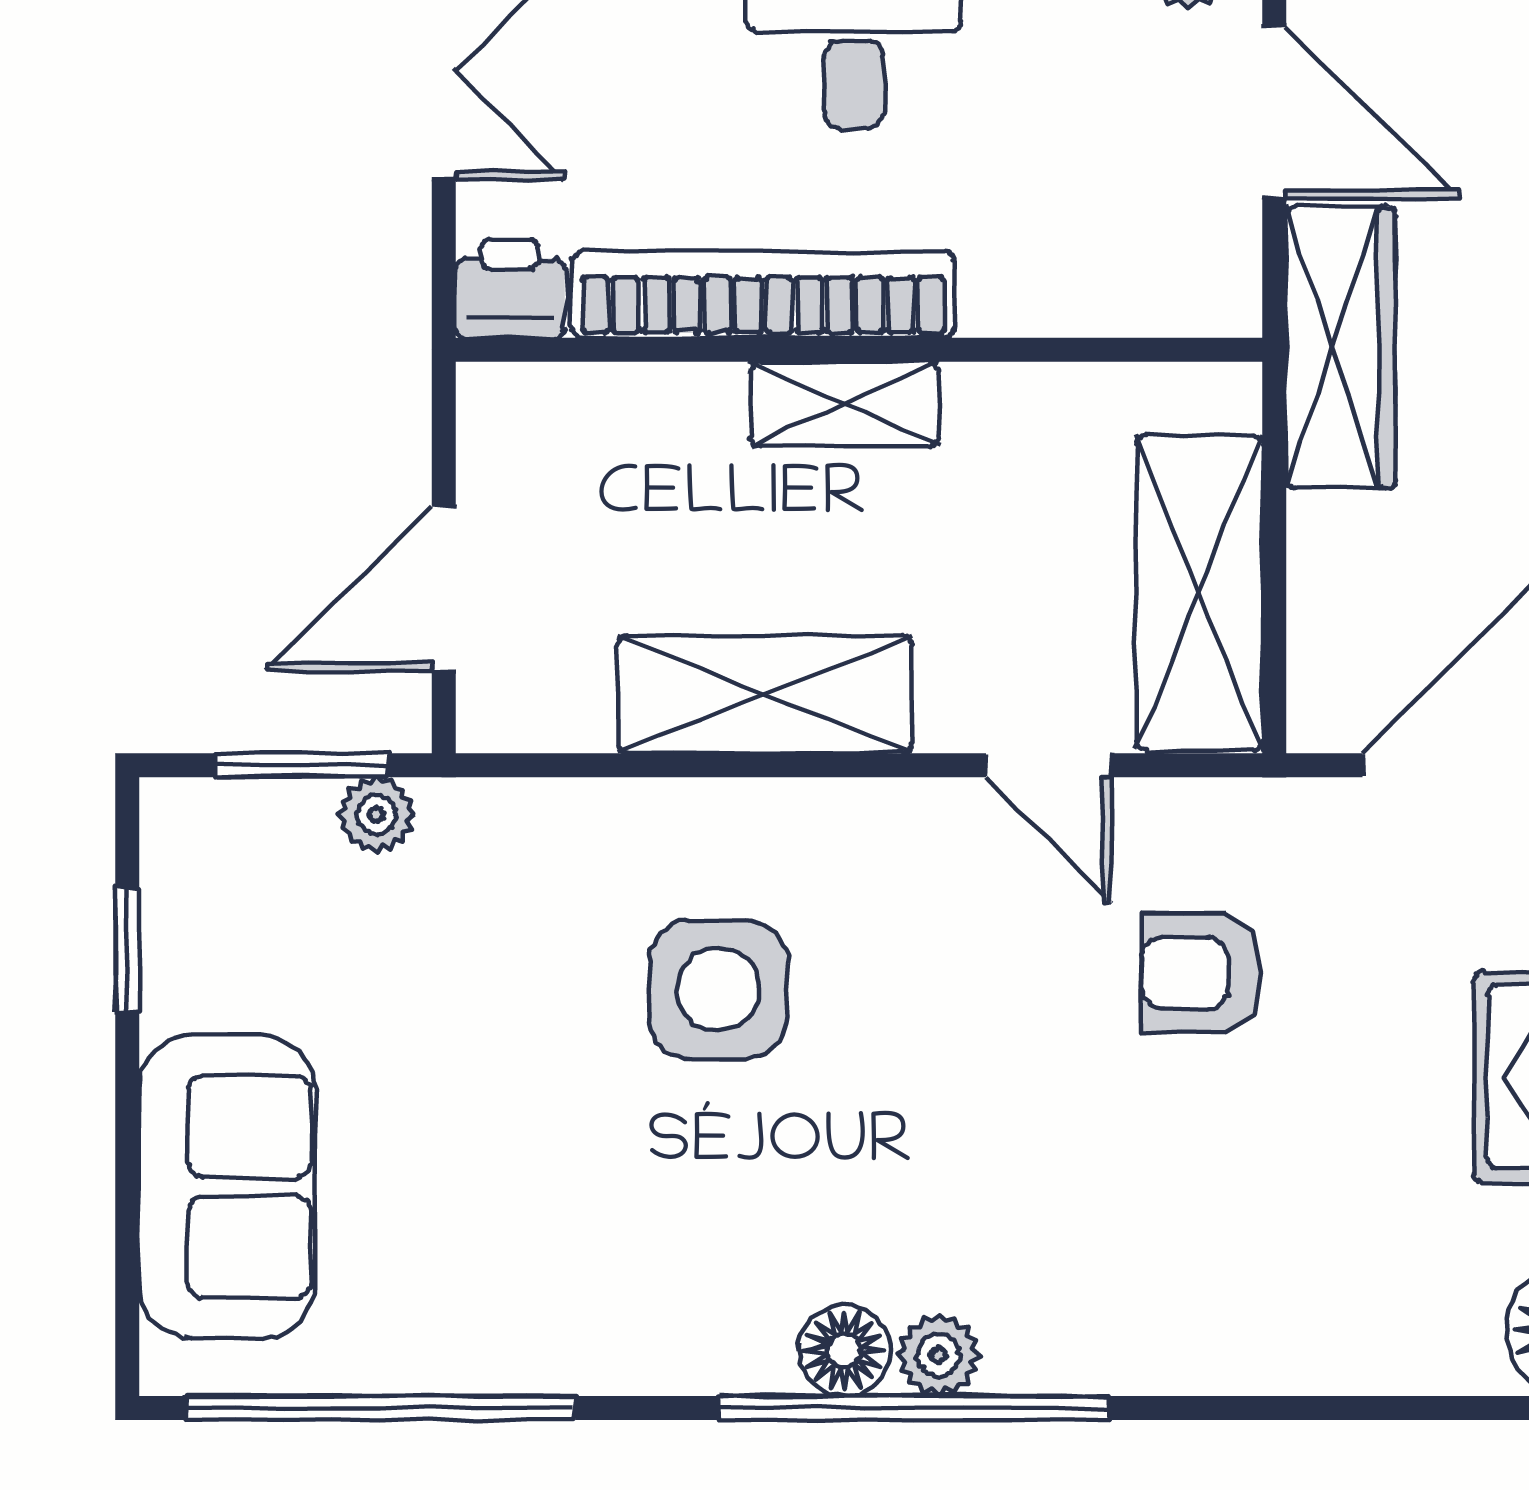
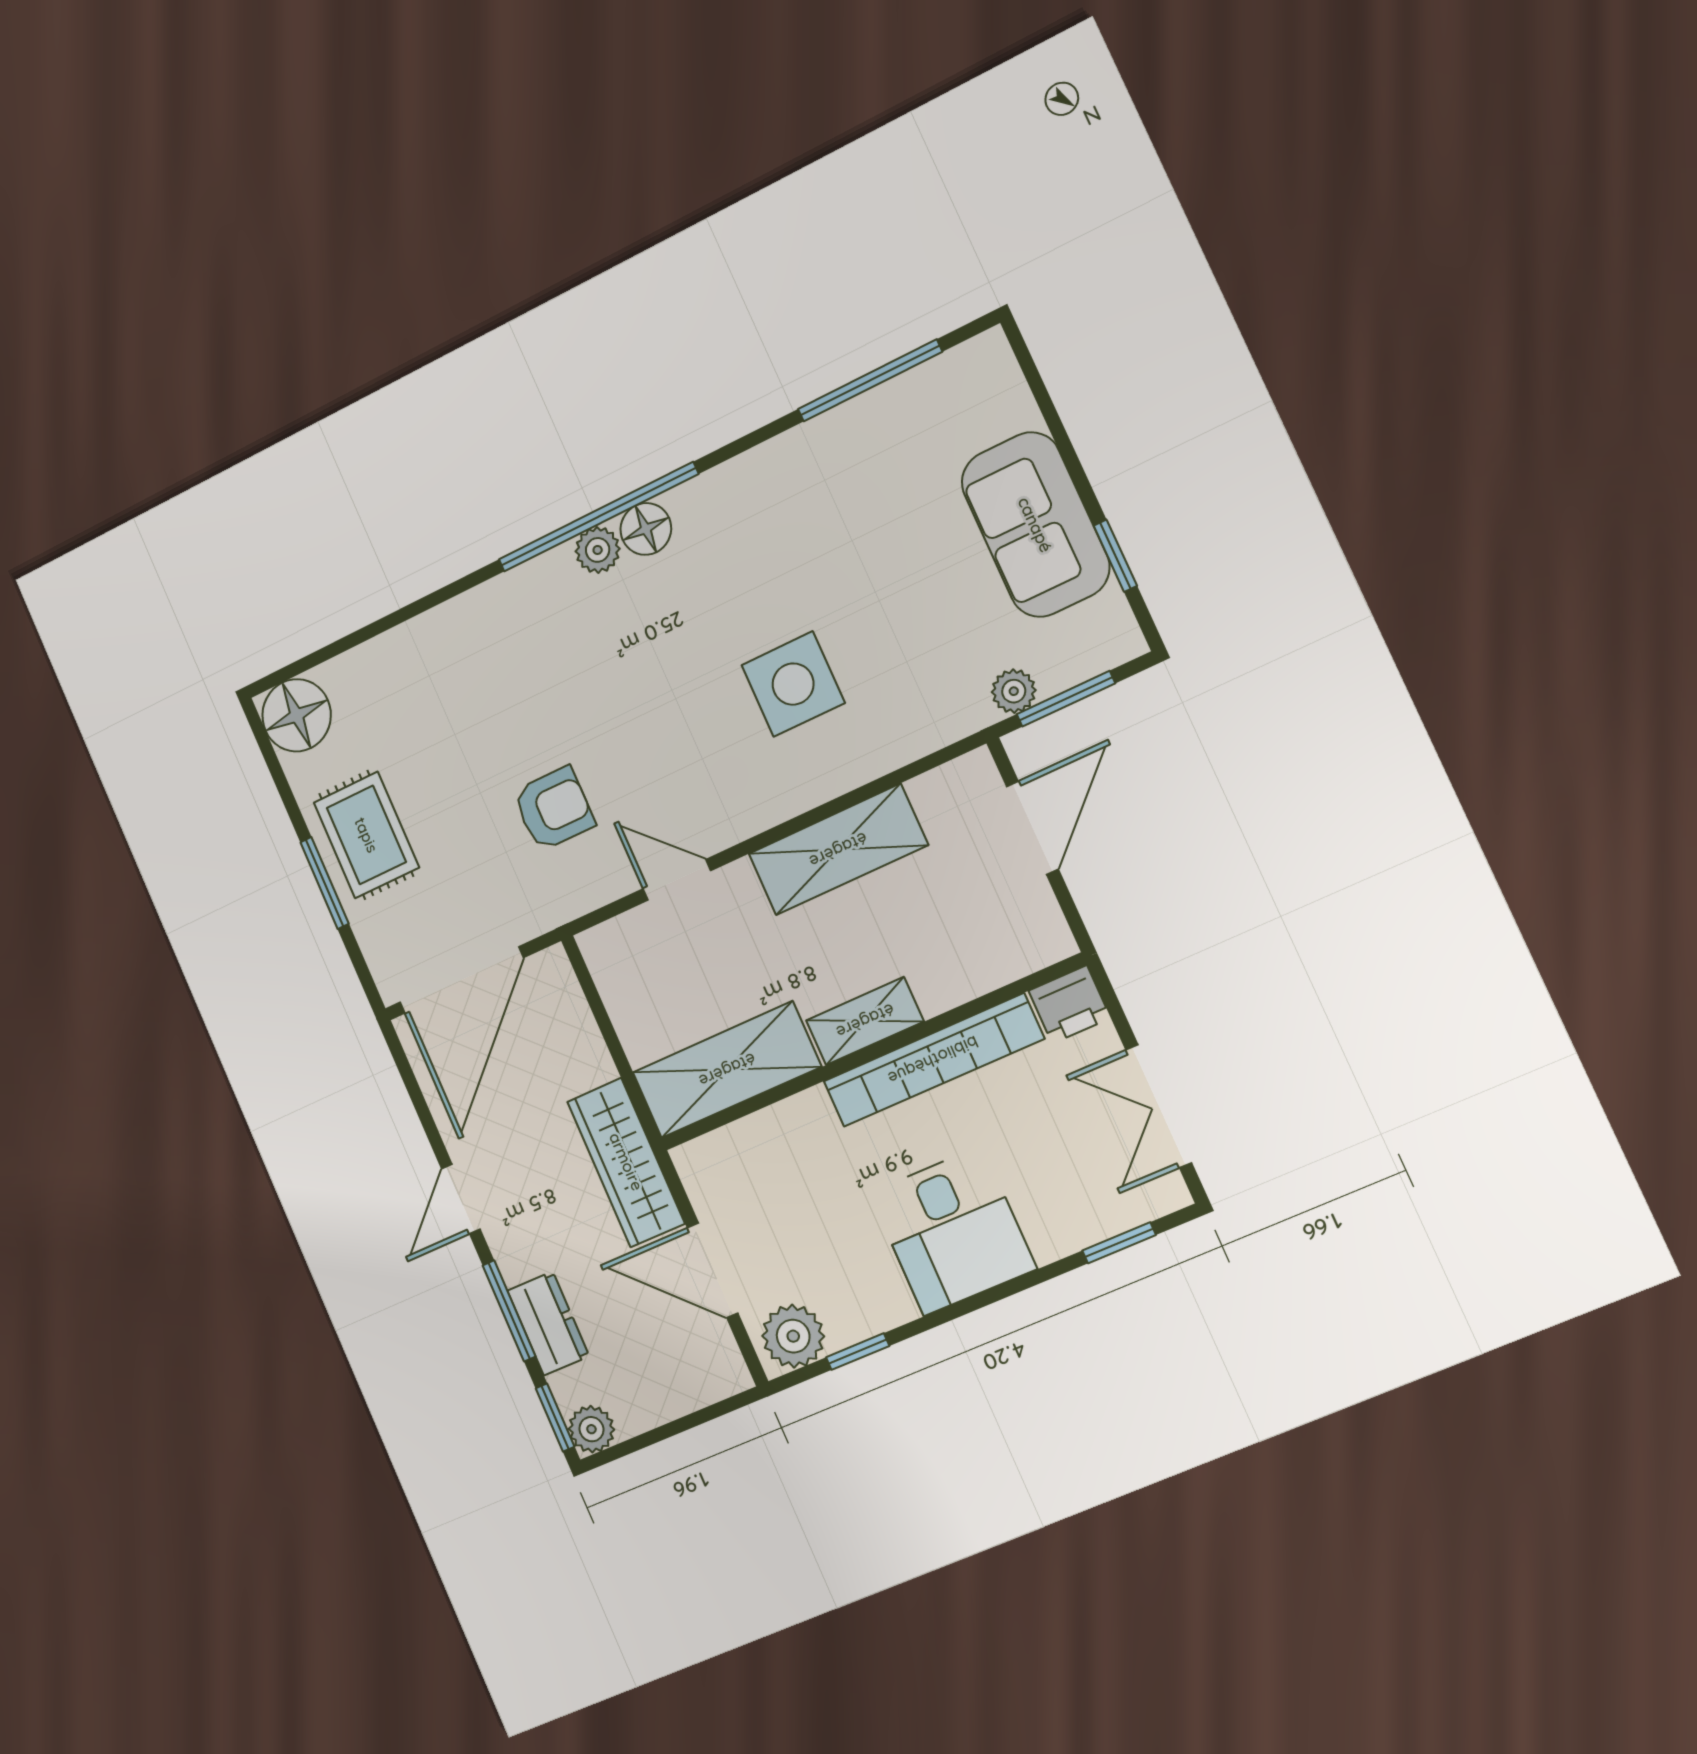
shelving: (1199, 593) -> (727, 1070), moved, turned 90
sofa: (227, 1187) -> (1035, 525), moved
window: (381, 1408) -> (870, 381), width x0.68

